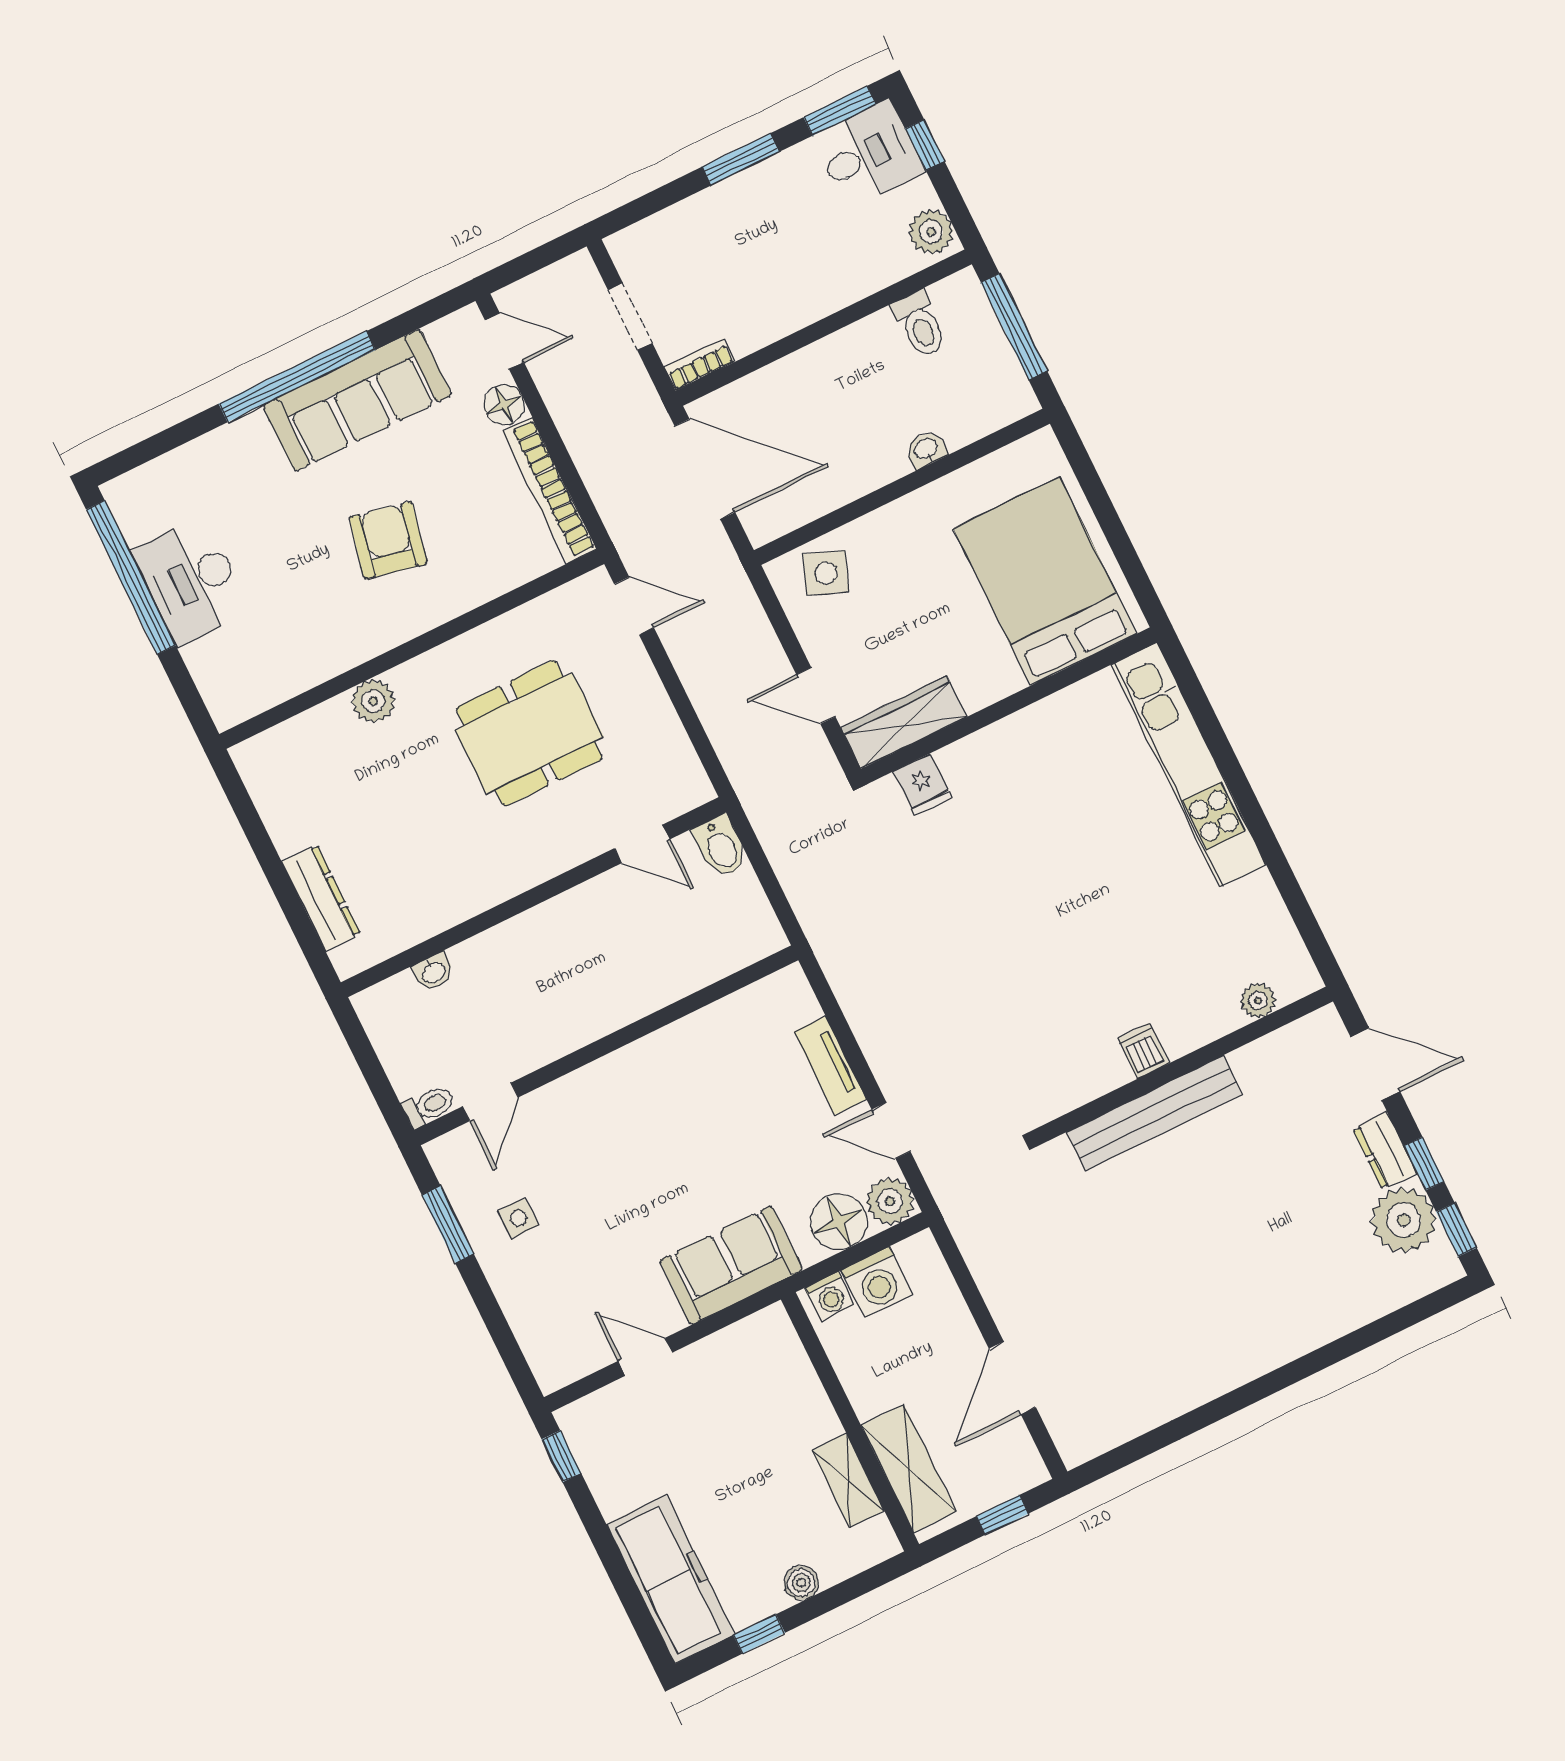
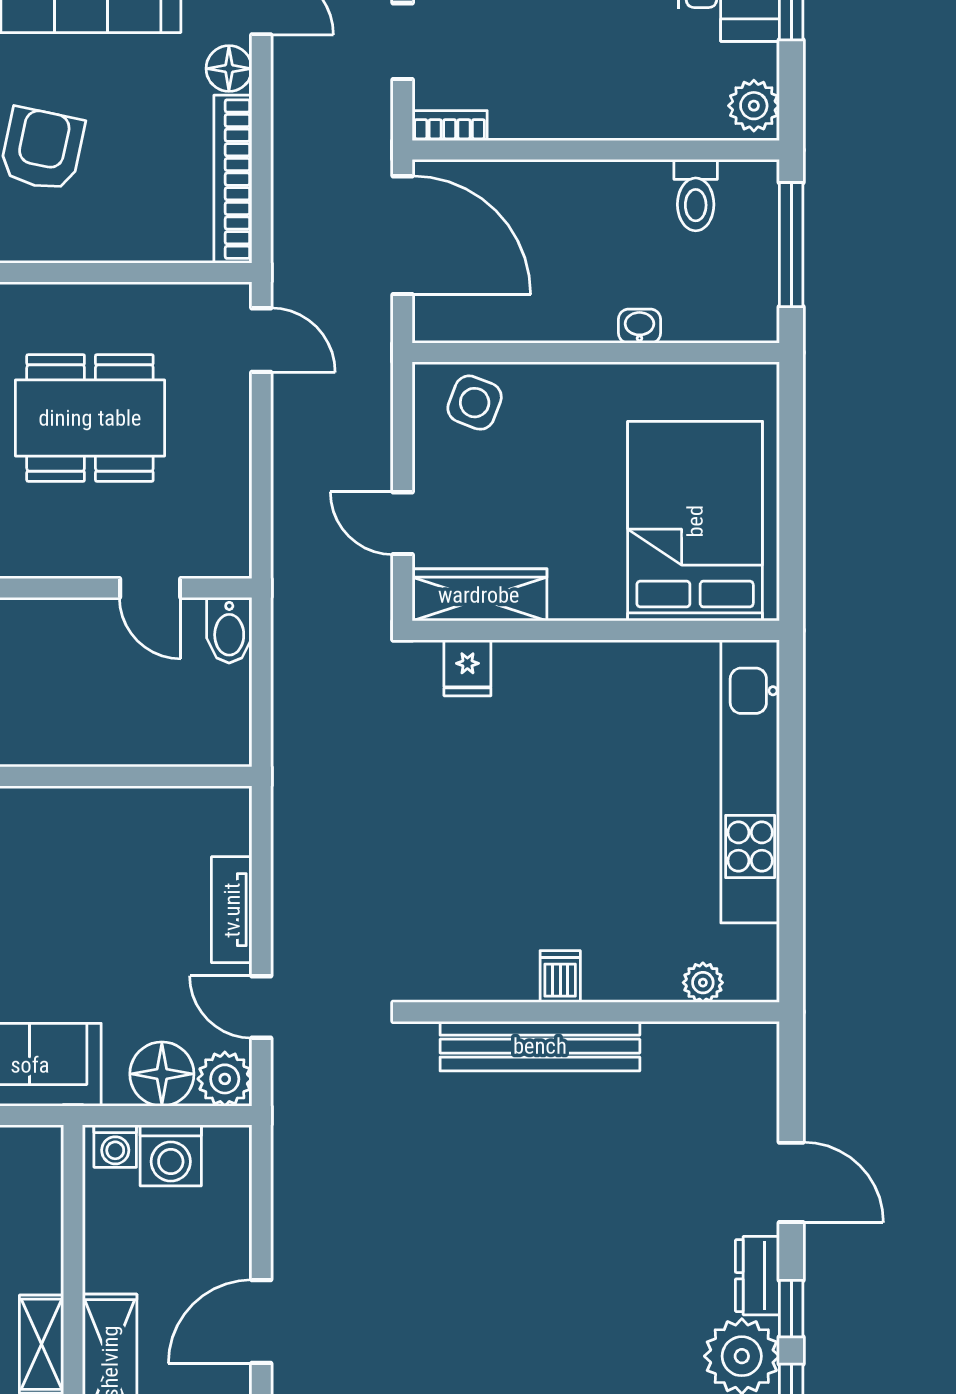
plant: (1258, 1000) -> (703, 983), moved
dishwasher: (1143, 1051) -> (560, 976), moved
wall: (1185, 1065) -> (596, 1012), moved
bench: (1154, 1113) -> (540, 1046), moved

